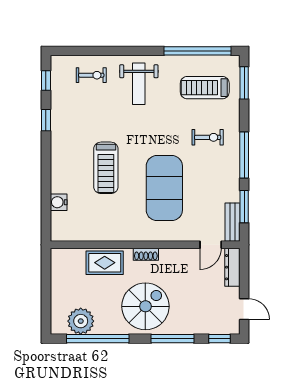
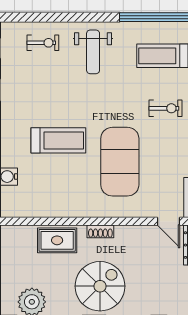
treadmill: (106, 168) -> (58, 140), turned -90
door: (211, 245) -> (169, 221), hinge flipped

